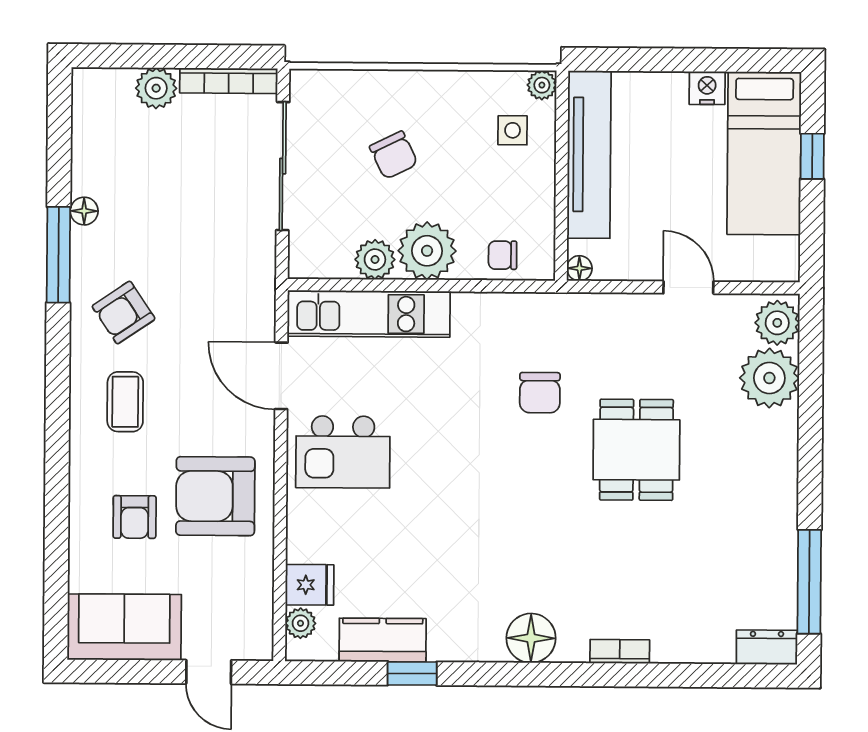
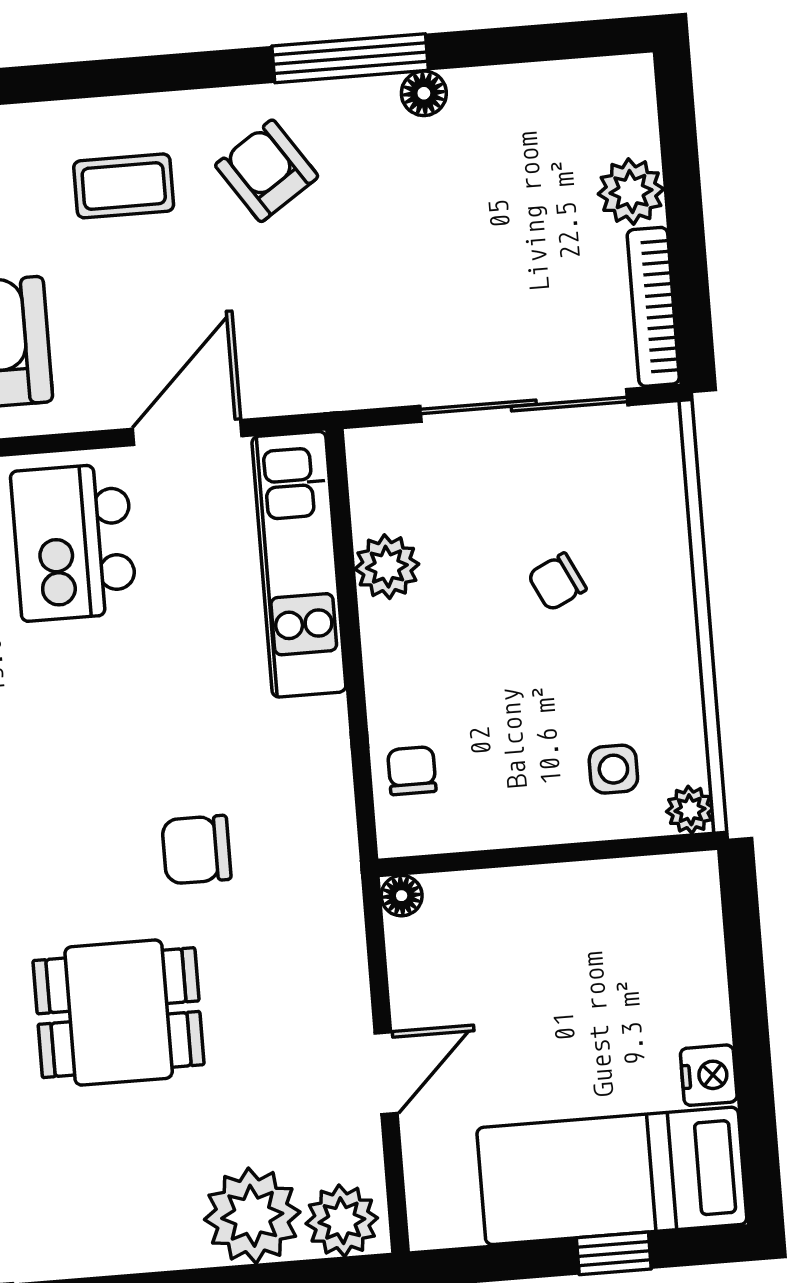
tv unit: (589, 154) -> (585, 895), removed
chair: (394, 155) -> (557, 582), width x0.73, depth x0.73
plant: (427, 251) -> (408, 649), removed

